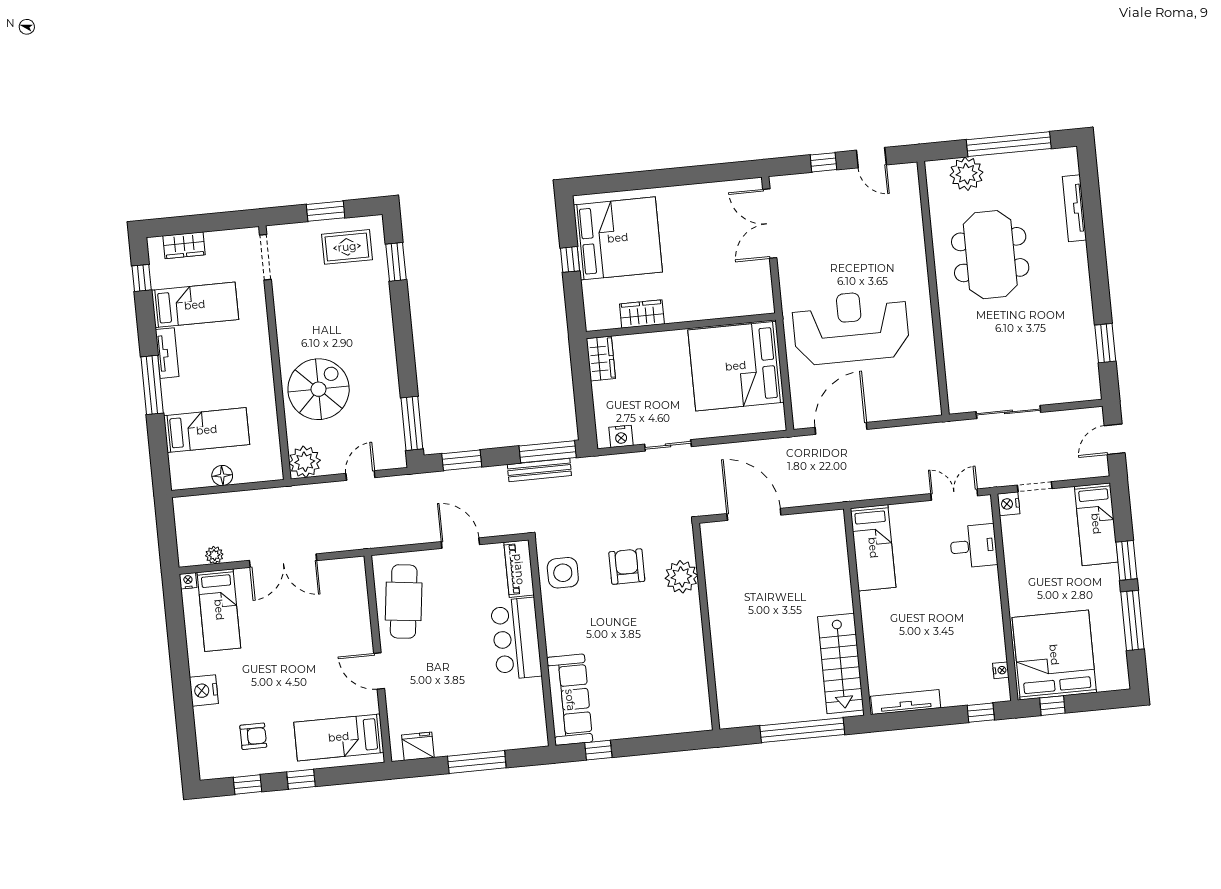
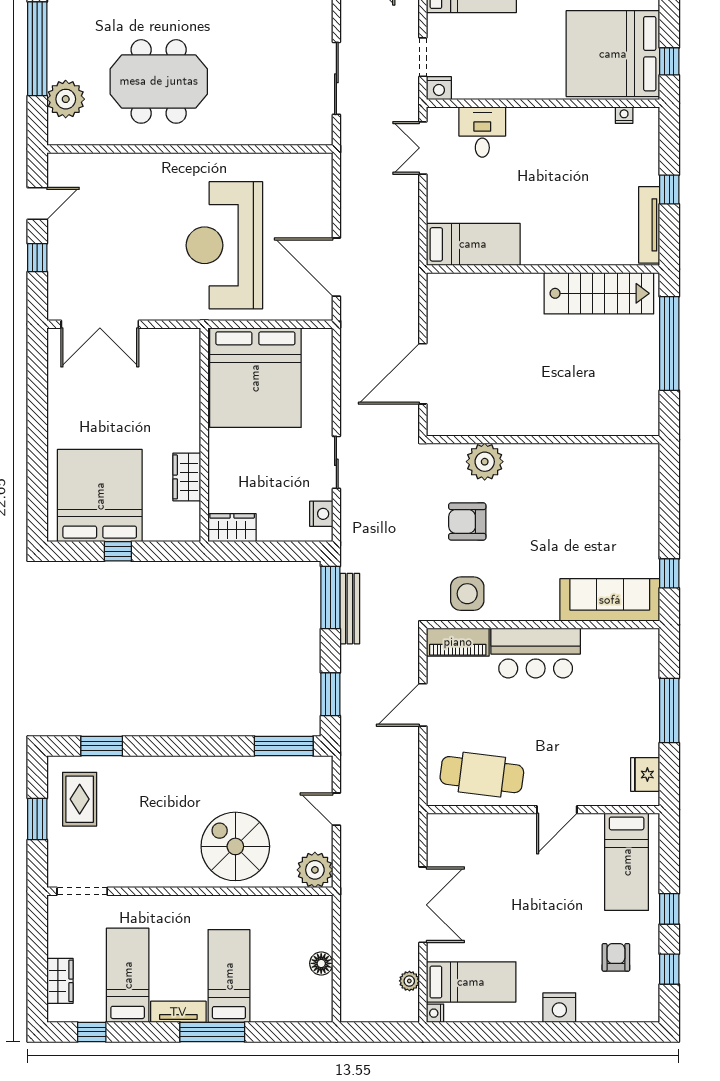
bed: (207, 430) -> (229, 976), moved
window: (981, 713) -> (669, 190), moved

